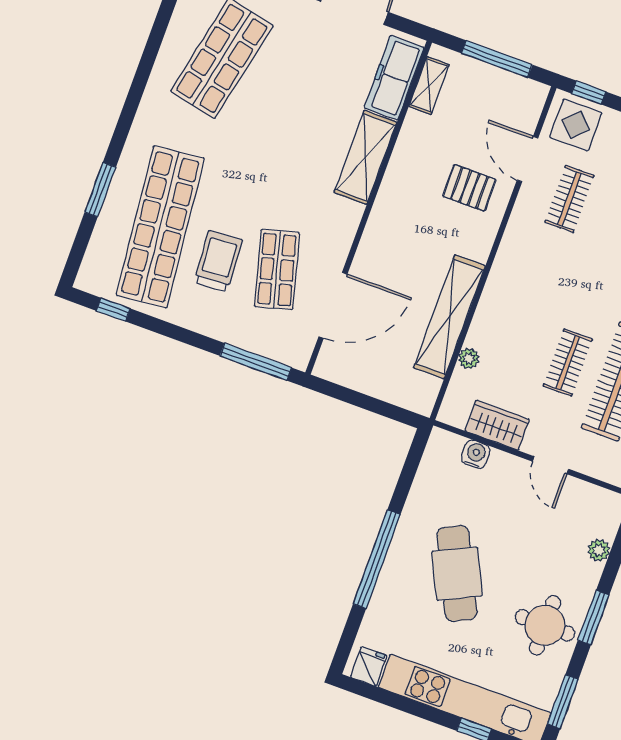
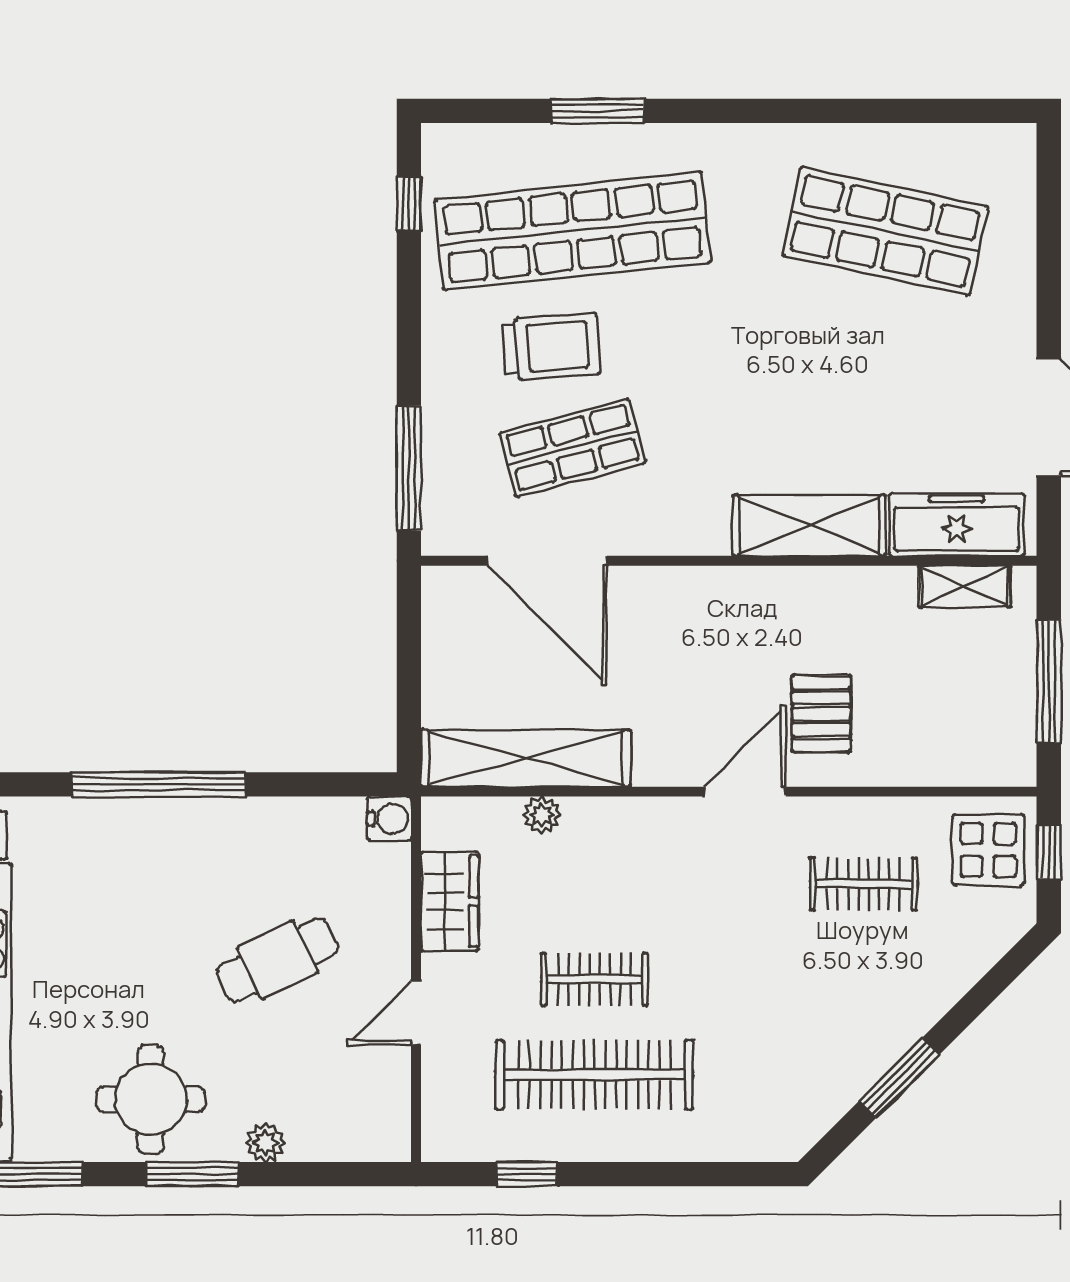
door: (528, 159) -> (745, 792), moved
shelving: (449, 317) -> (526, 758), moved
water cooler: (476, 454) -> (389, 819), moved
plant: (599, 550) -> (265, 1143), moved
cafe table: (457, 574) -> (277, 960), moved, width x0.73, depth x0.74

